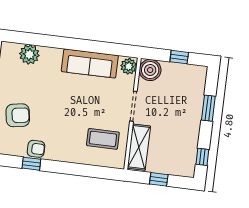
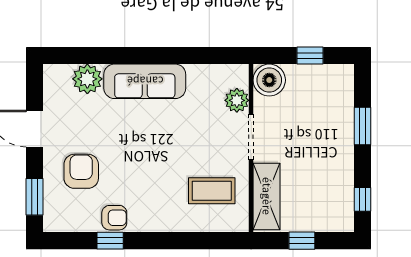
sofa: (90, 63) -> (145, 81), moved
plant: (129, 66) -> (237, 100), moved
armchair: (18, 115) -> (81, 171), turned -81

